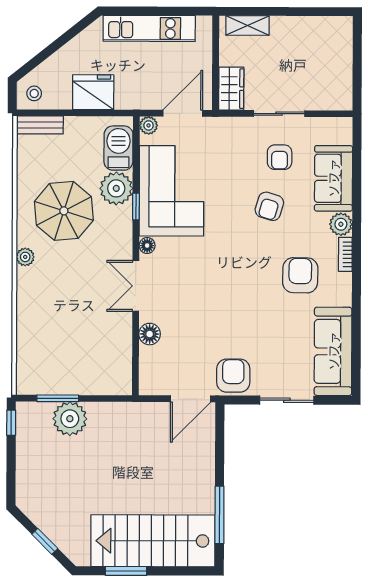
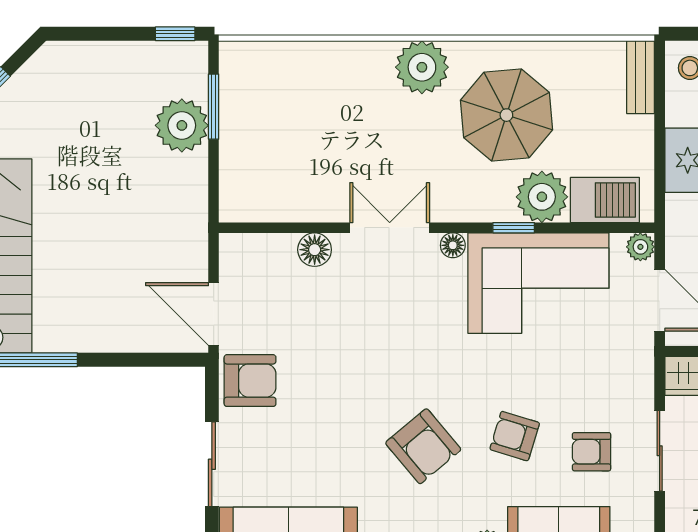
plant: (25, 257) -> (422, 67), width x1.87, depth x1.87
armchair: (300, 275) -> (423, 446), moved, turned 49

